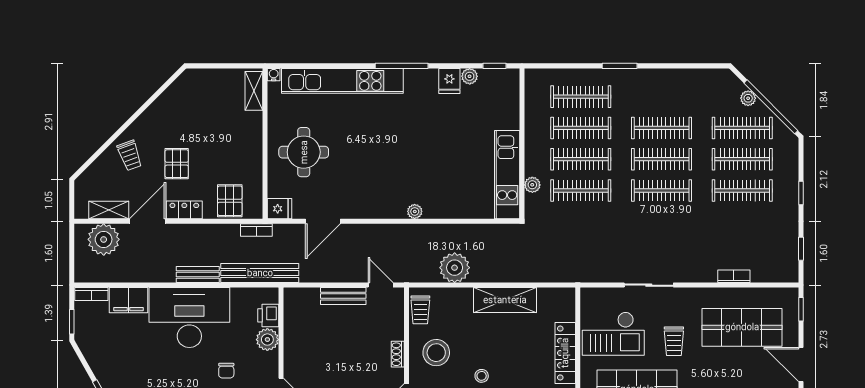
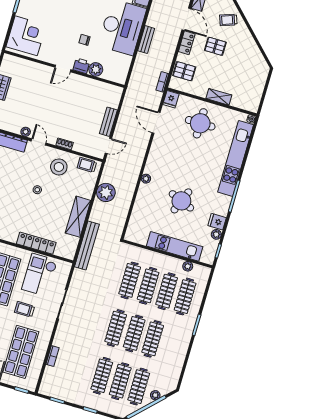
shelving: (254, 91) -> (219, 97), moved
round table: (433, 146) -> (181, 201), added
kitchen unit: (507, 175) -> (175, 246), moved
plant: (532, 185) -> (188, 266), moved
bench: (260, 273) -> (87, 245), moved
printer: (268, 315) -> (81, 66), moved

